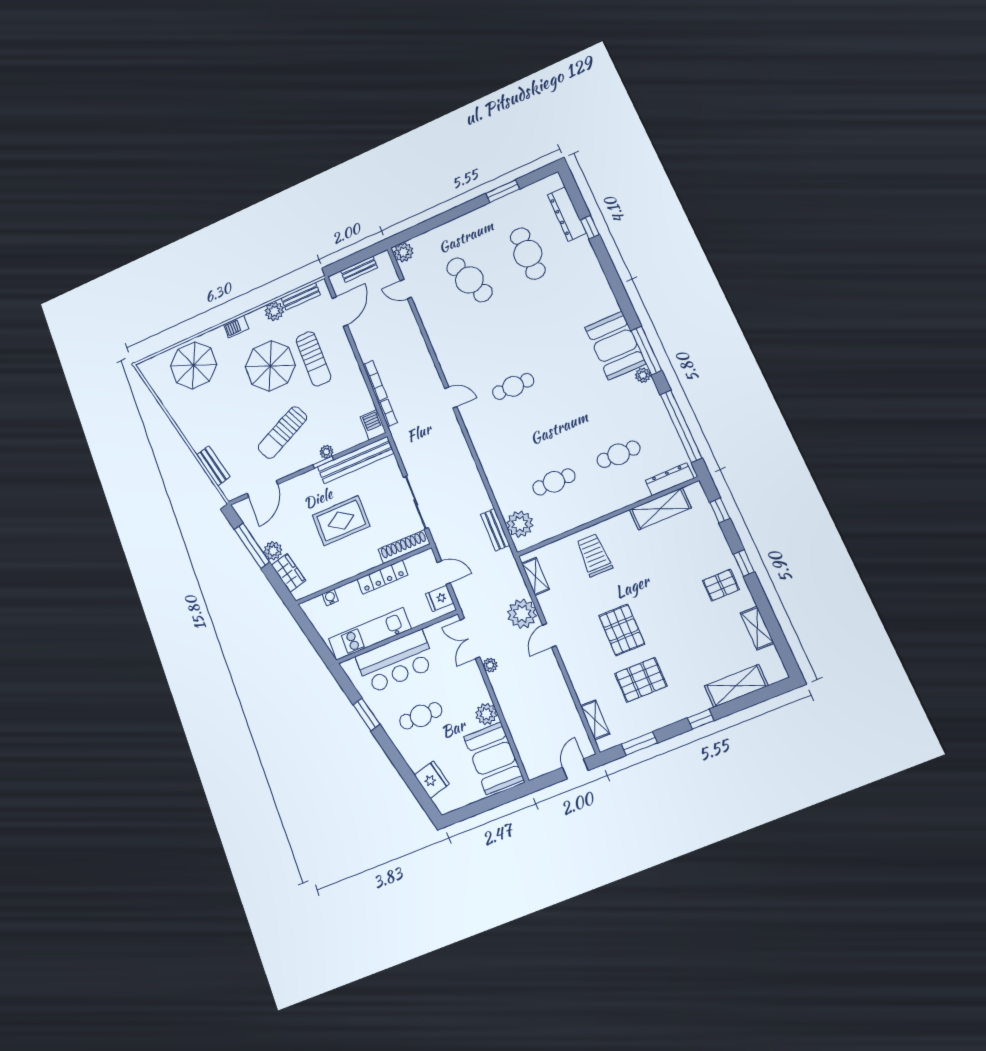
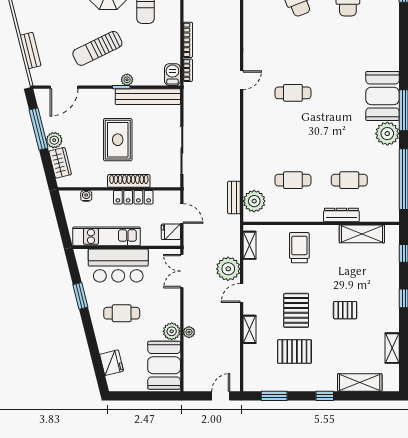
plant: (643, 375) -> (387, 134), width x1.88, depth x1.88
door: (451, 398) -> (242, 80), hinge flipped
dresser: (670, 479) -> (341, 215), moved
rug: (341, 521) -> (118, 140), turned 90
shoe rack: (404, 547) -> (129, 181), moved
pallet: (721, 585) -> (345, 310), moved
plant: (490, 665) -> (189, 332), moved
shelving: (595, 720) -> (250, 329), moved

